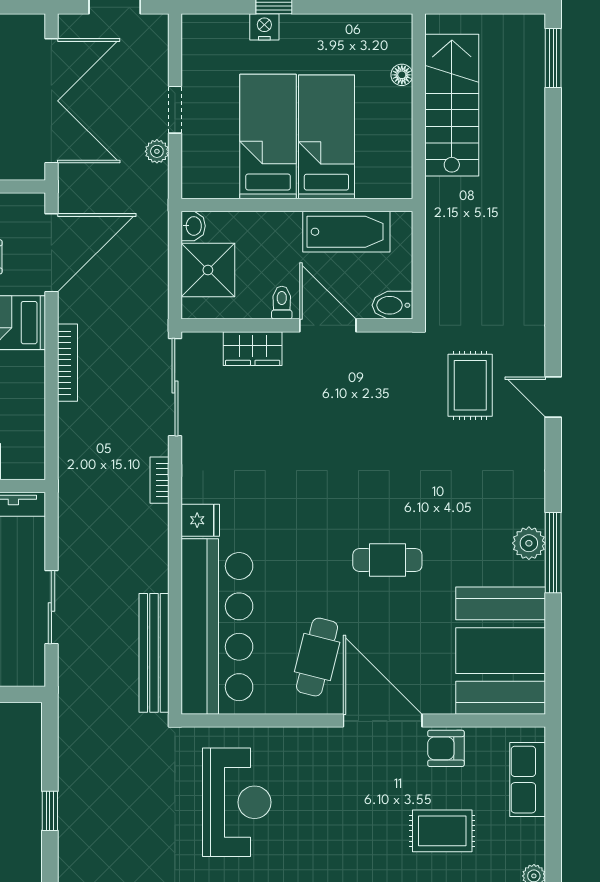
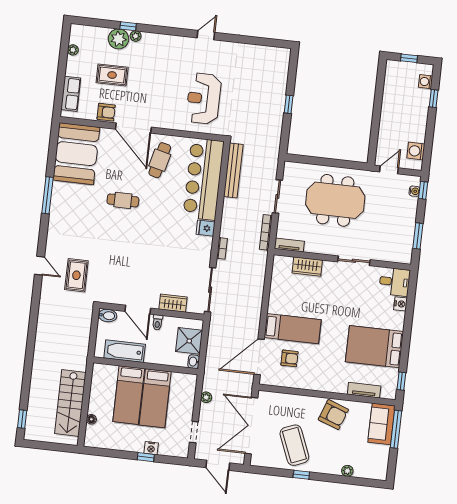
window: (553, 58) -> (22, 419), width x0.67
doorway: (175, 110) -> (194, 432), moved
bookcase: (68, 363) -> (266, 232), moved
plant: (529, 543) -> (58, 201), removed

